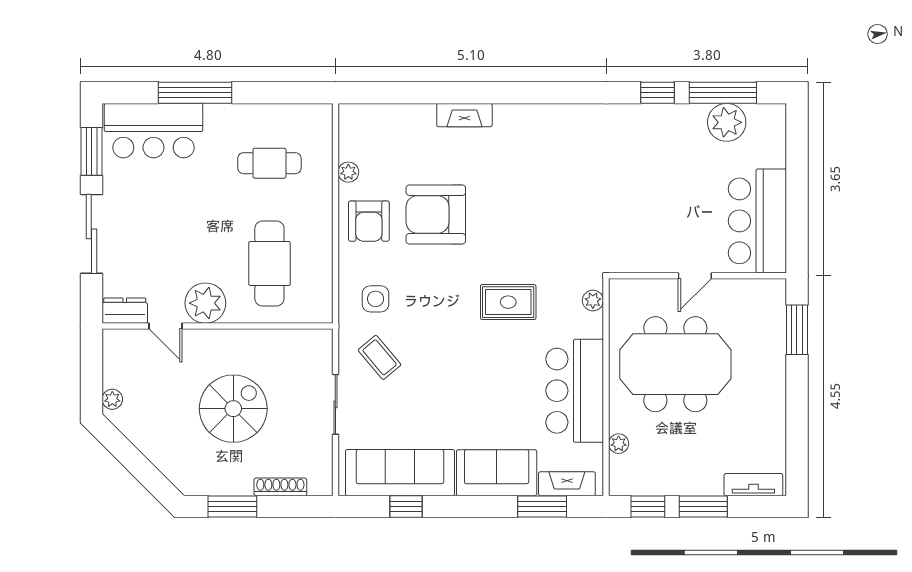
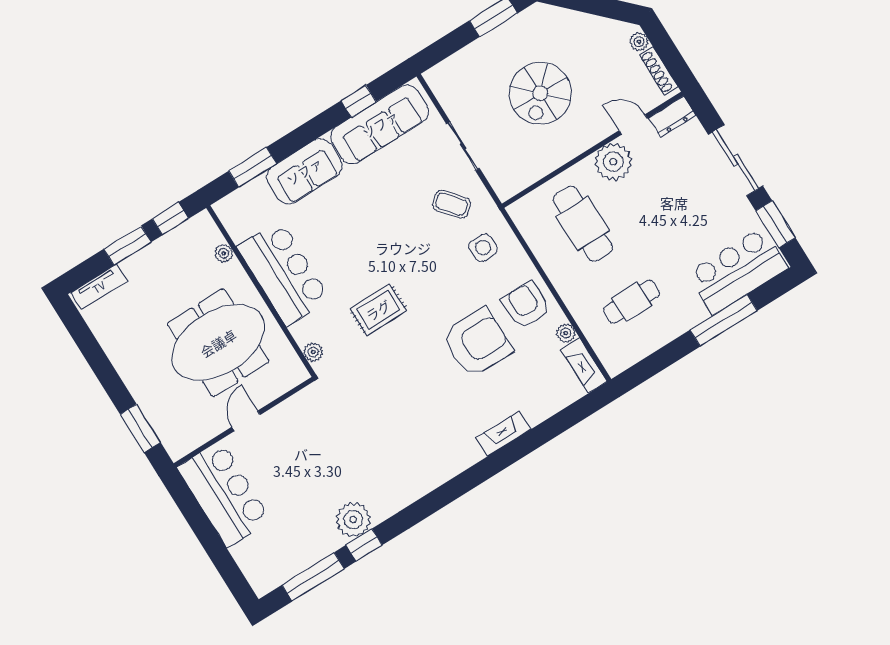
plant: (727, 122) -> (353, 520), moved
fireplace: (567, 484) -> (584, 366), moved, turned 90
shoe rack: (280, 487) -> (659, 71), moved, turned 90

